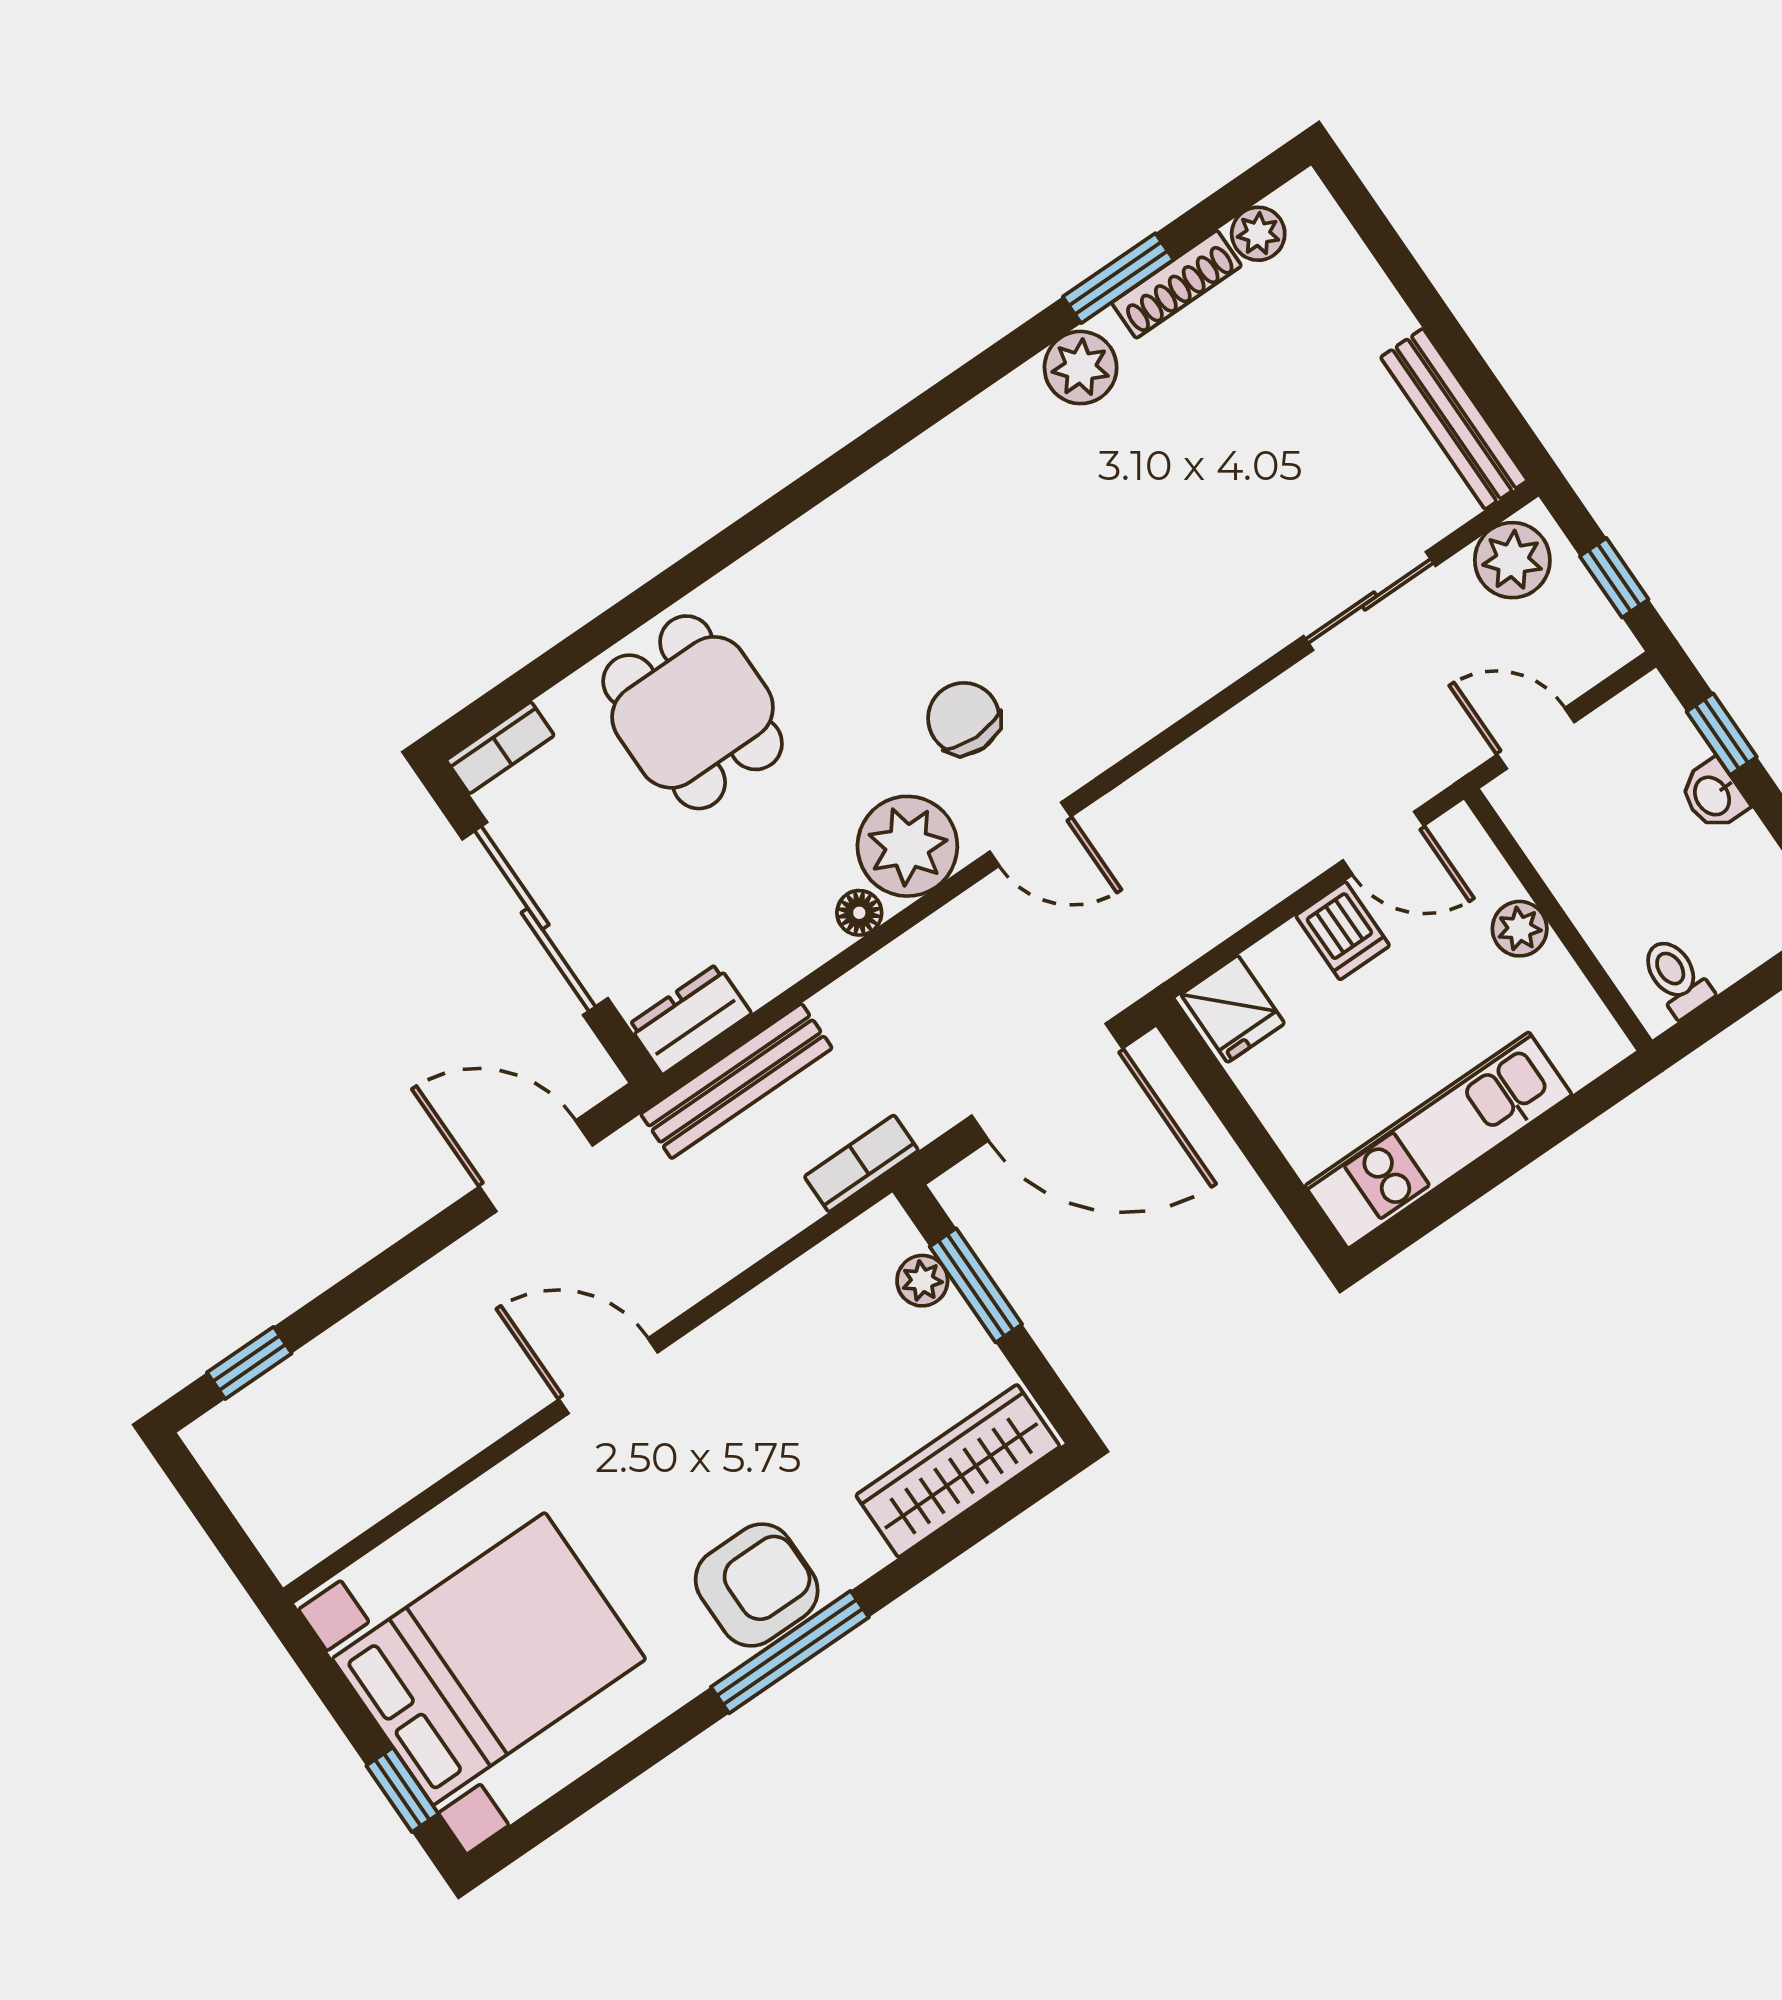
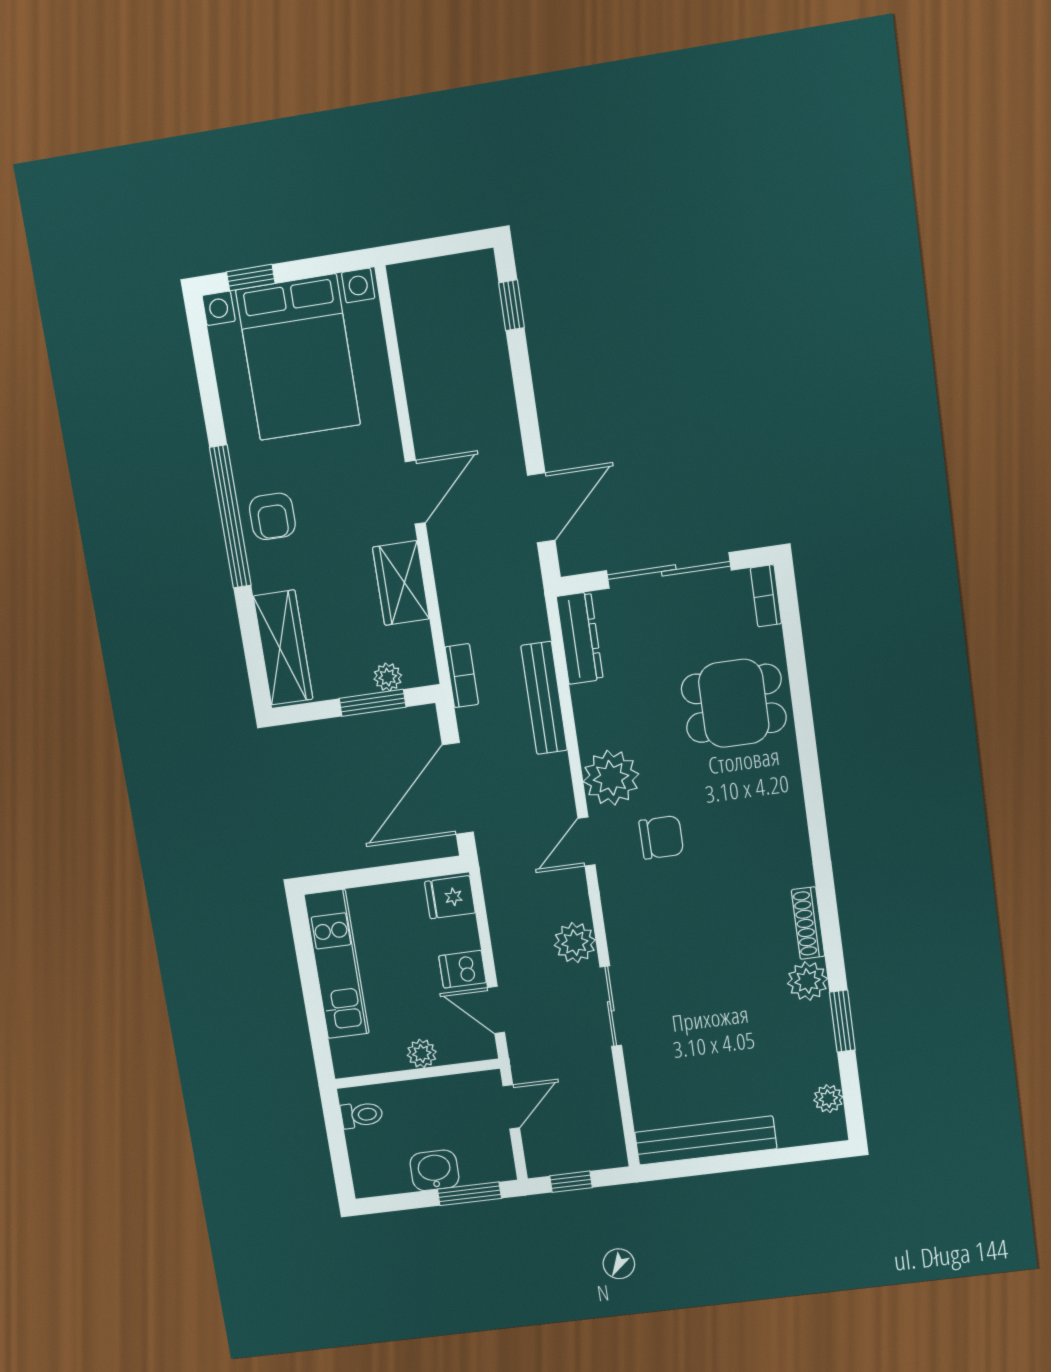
shoe rack: (1177, 284) -> (808, 923), moved
bench: (1454, 419) -> (706, 1141), width x1.37, depth x1.21
plant: (1512, 560) -> (575, 943), moved
sliding door: (1369, 601) -> (611, 1006), moved
window: (1722, 734) -> (469, 1194), width x1.50
washbasin: (1713, 795) -> (434, 1170), width x1.38, depth x1.45
door: (1383, 843) -> (496, 1010), hinge flipped
floor lamp: (859, 913) -> (589, 737), removed
dresser: (690, 1019) -> (580, 638), width x1.44
bench: (736, 1081) -> (544, 698), moved
wardrobe: (762, 1331) -> (401, 583), added
armchair: (757, 1585) -> (272, 516), width x0.72, depth x0.72
window: (790, 1652) -> (230, 517), width x1.46

